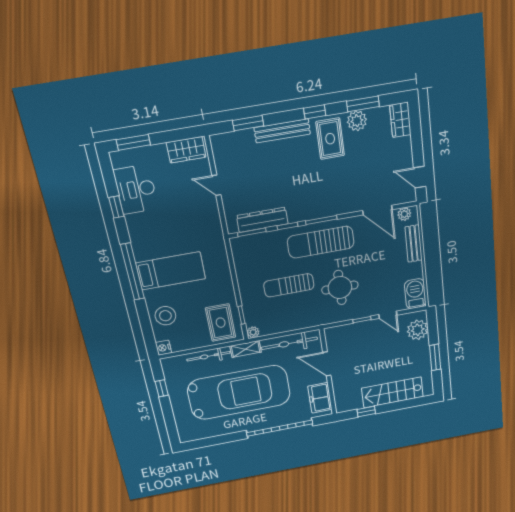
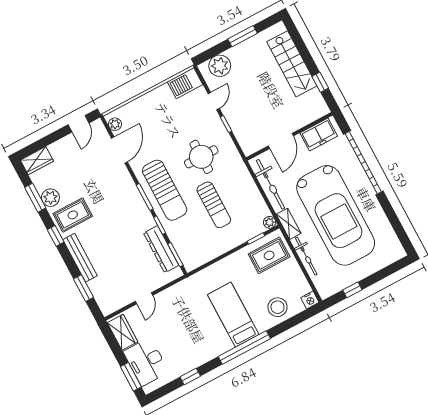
desk: (136, 189) -> (146, 362), moved, turned 90
bench: (414, 244) -> (139, 105), removed
car: (239, 392) -> (336, 215), turned 180

